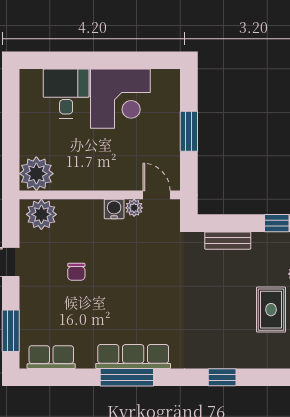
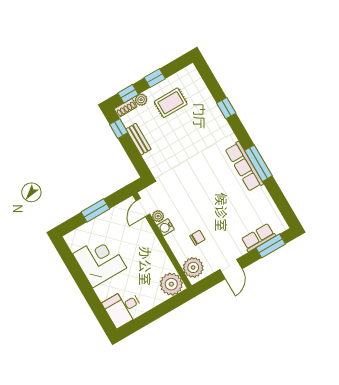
desk: (66, 93) -> (123, 308), moved
bench: (228, 241) -> (138, 139), moved
chair: (76, 272) -> (197, 238), moved
row of seats: (51, 357) -> (258, 237), moved, turned 90

